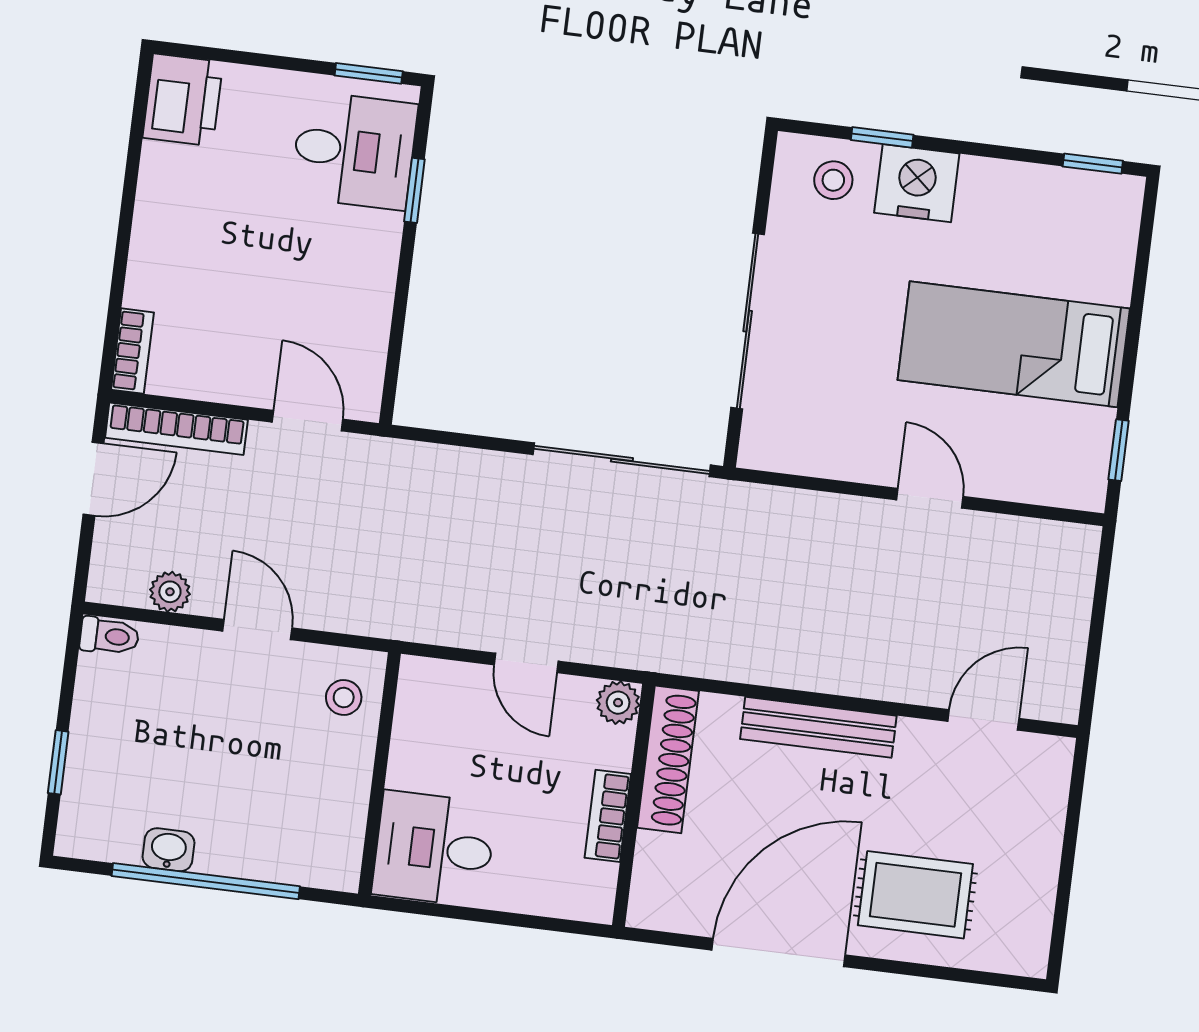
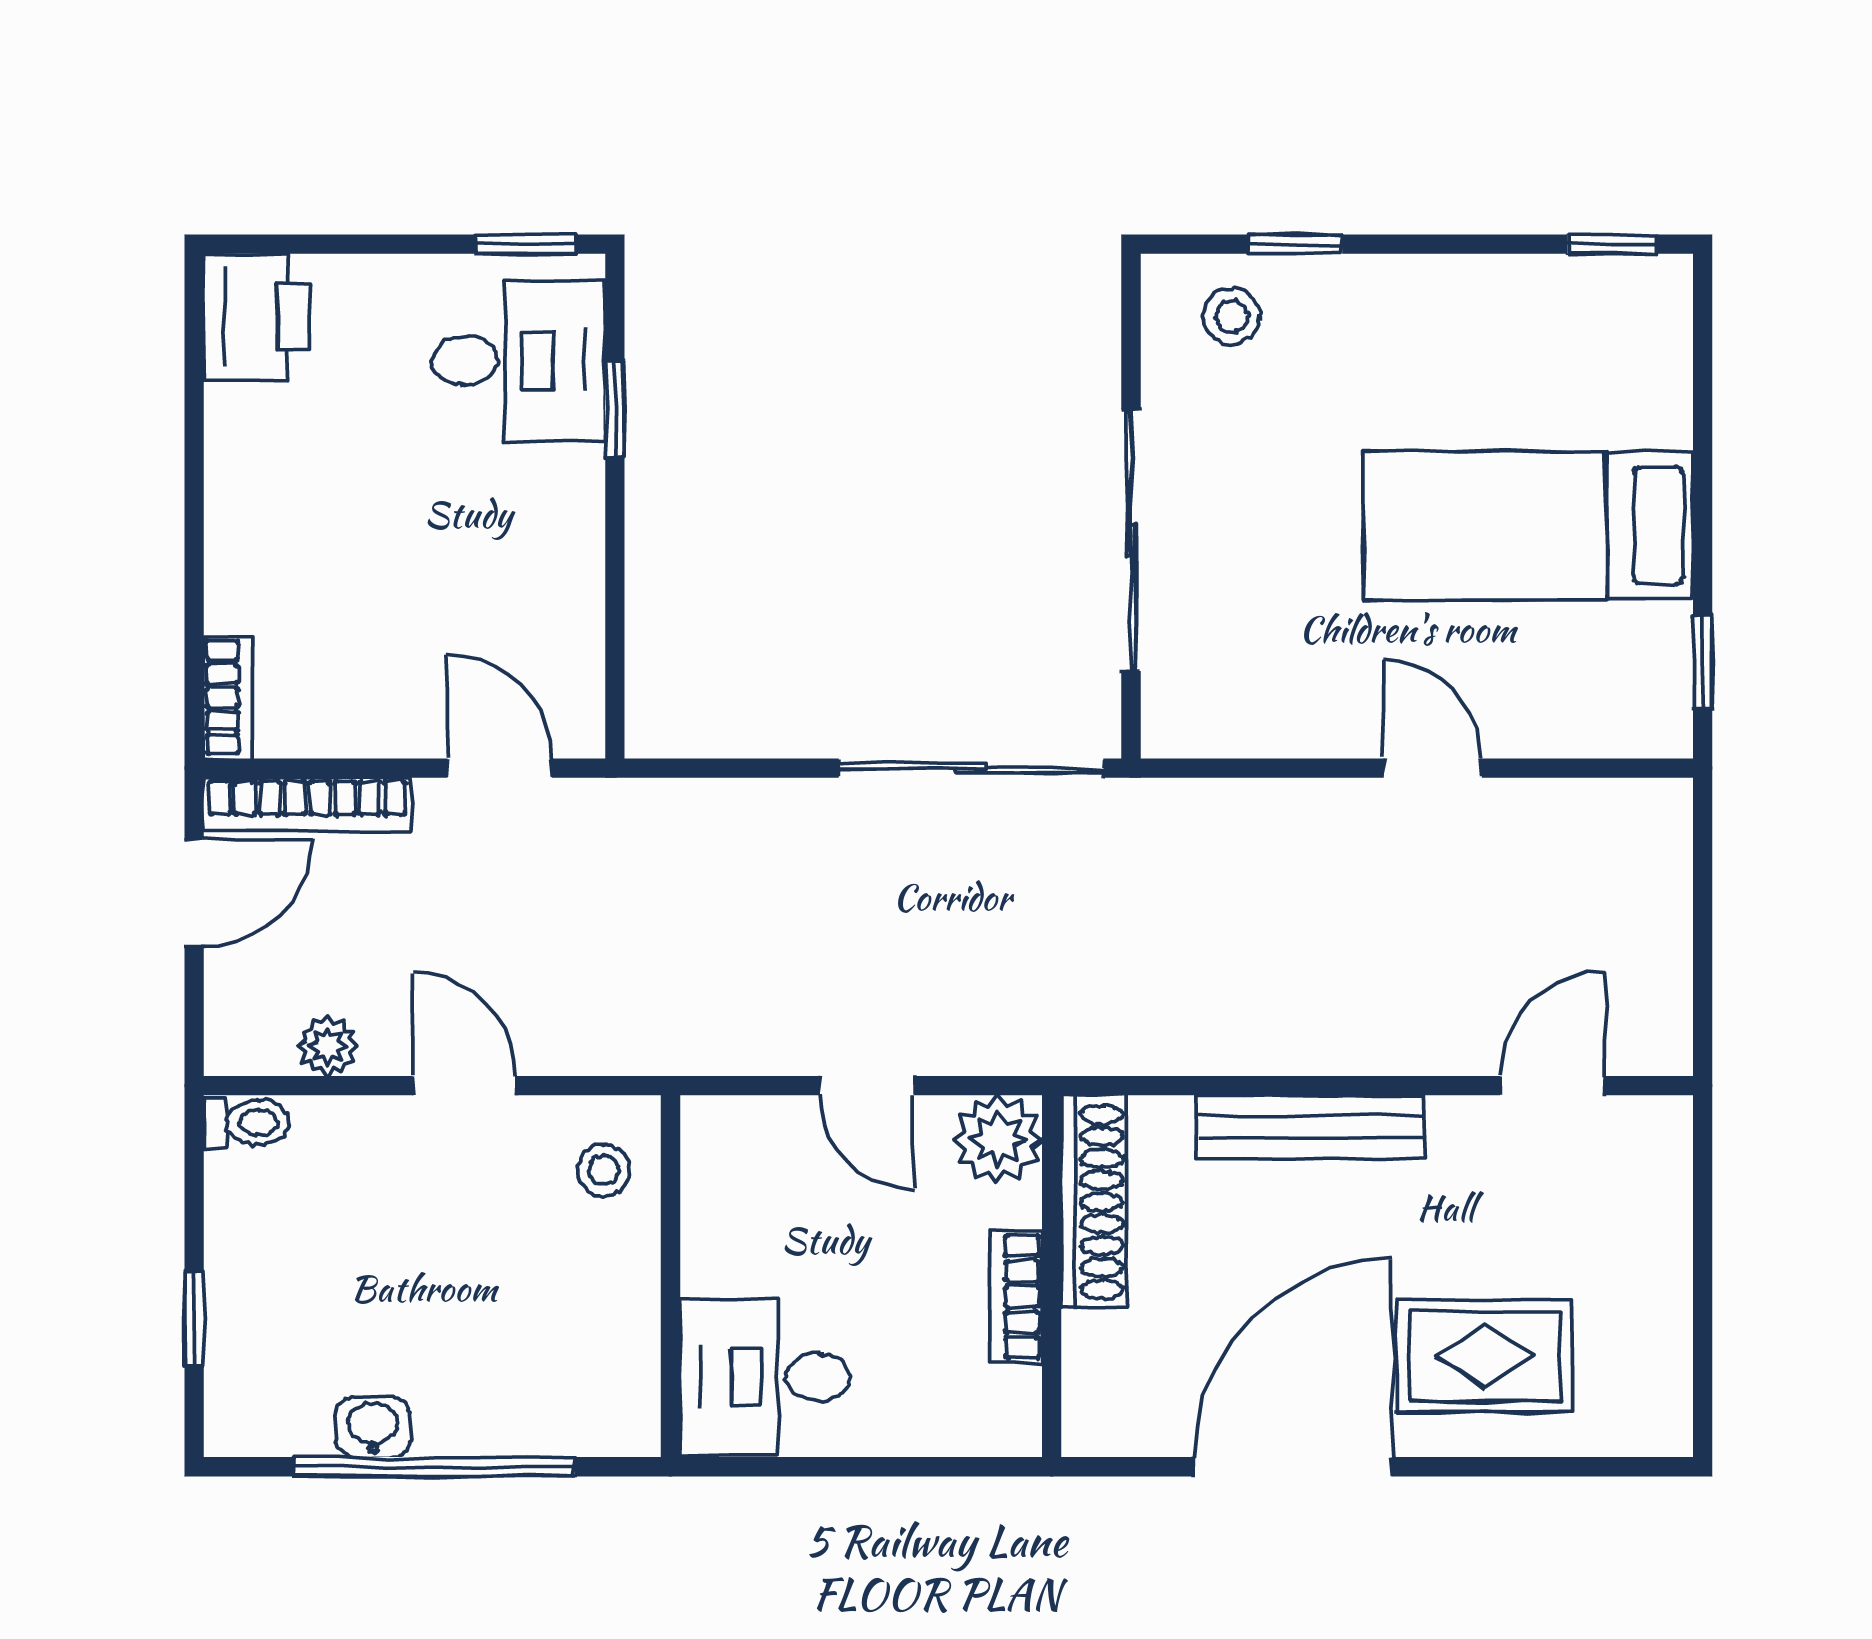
nightstand: (917, 183) -> (1356, 305), removed
plant: (618, 703) -> (998, 1139), width x1.38, depth x1.38

